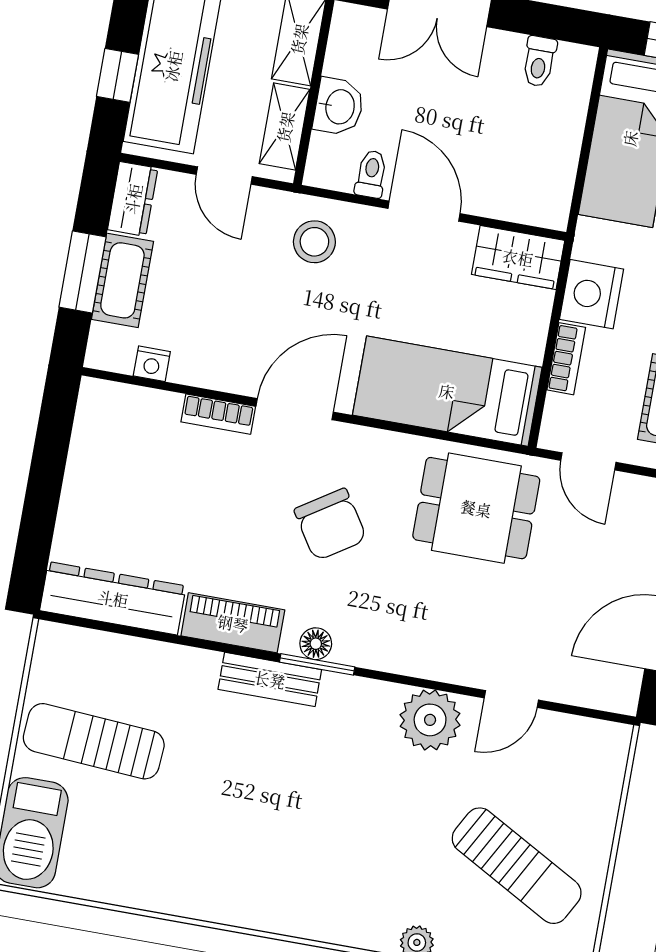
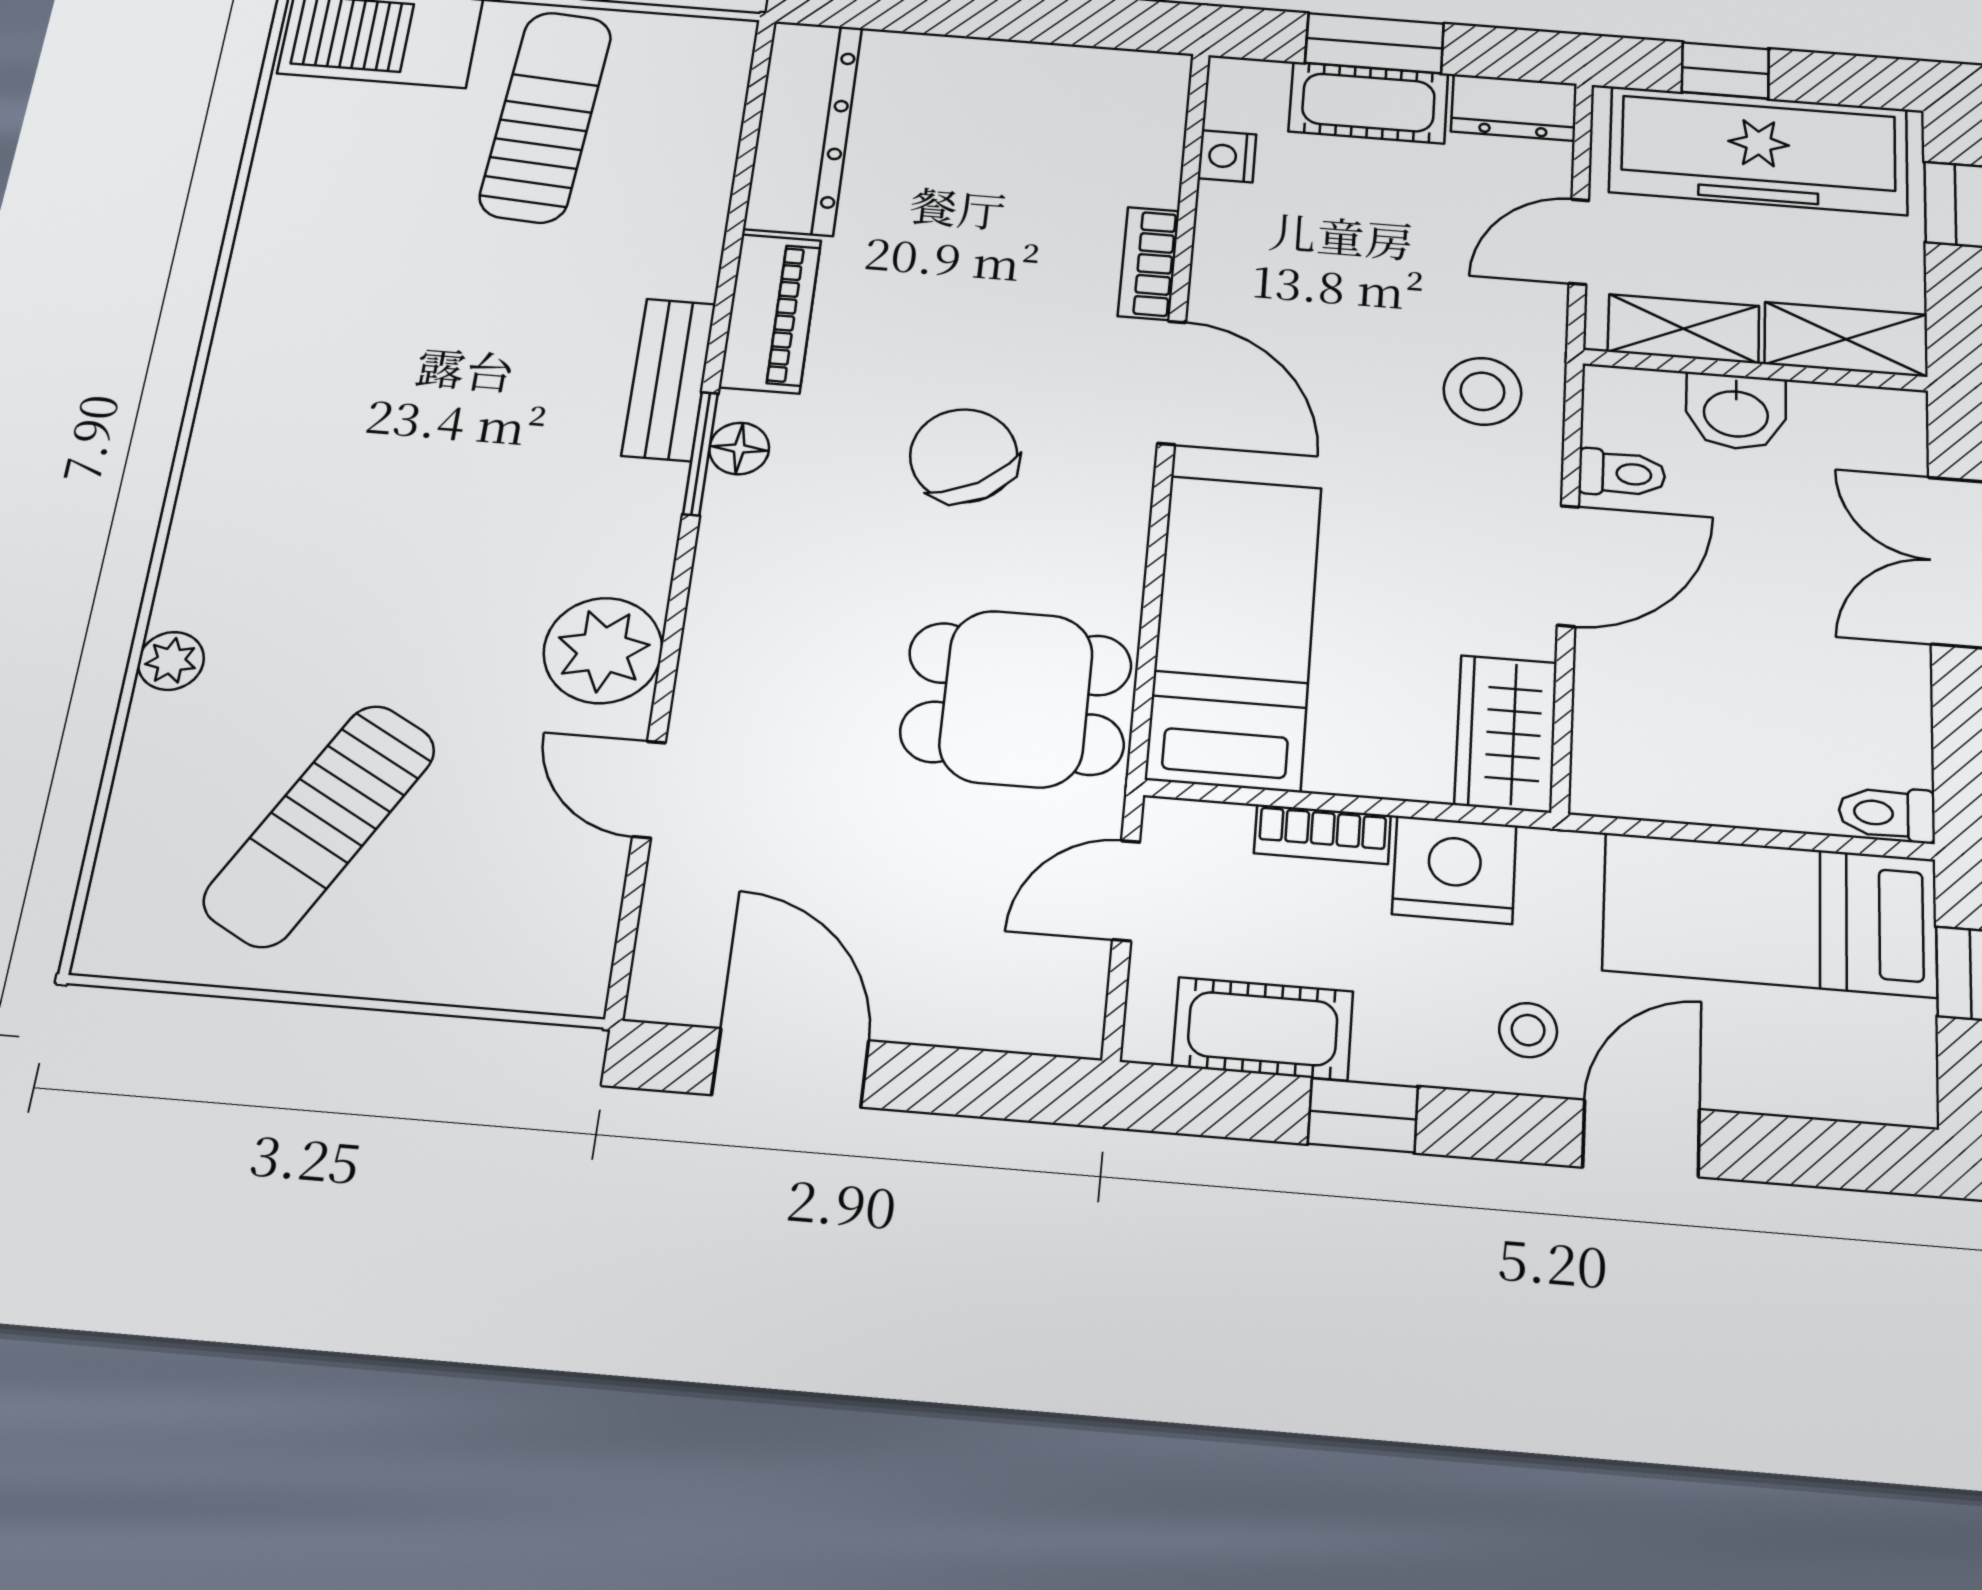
toilet: (539, 61) -> (1887, 814), moved
dining table: (476, 508) -> (1016, 699), turned 90
chair: (330, 524) -> (964, 456), turned 92

